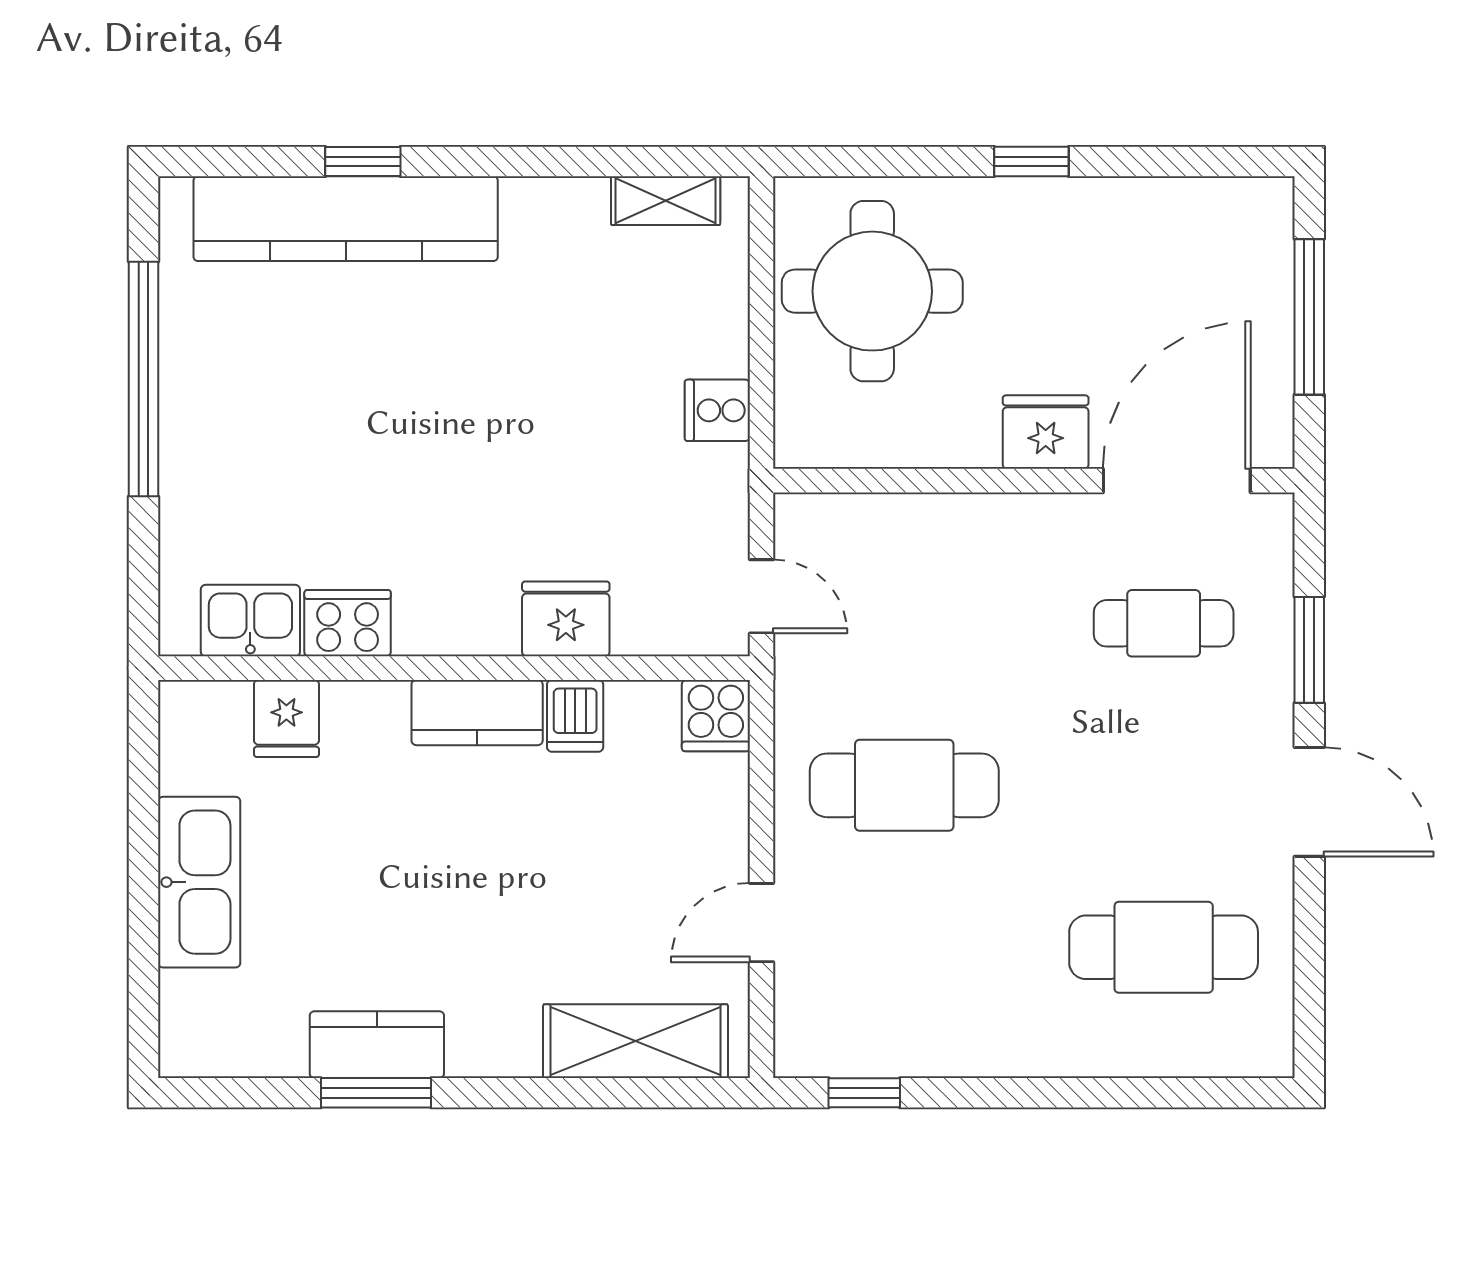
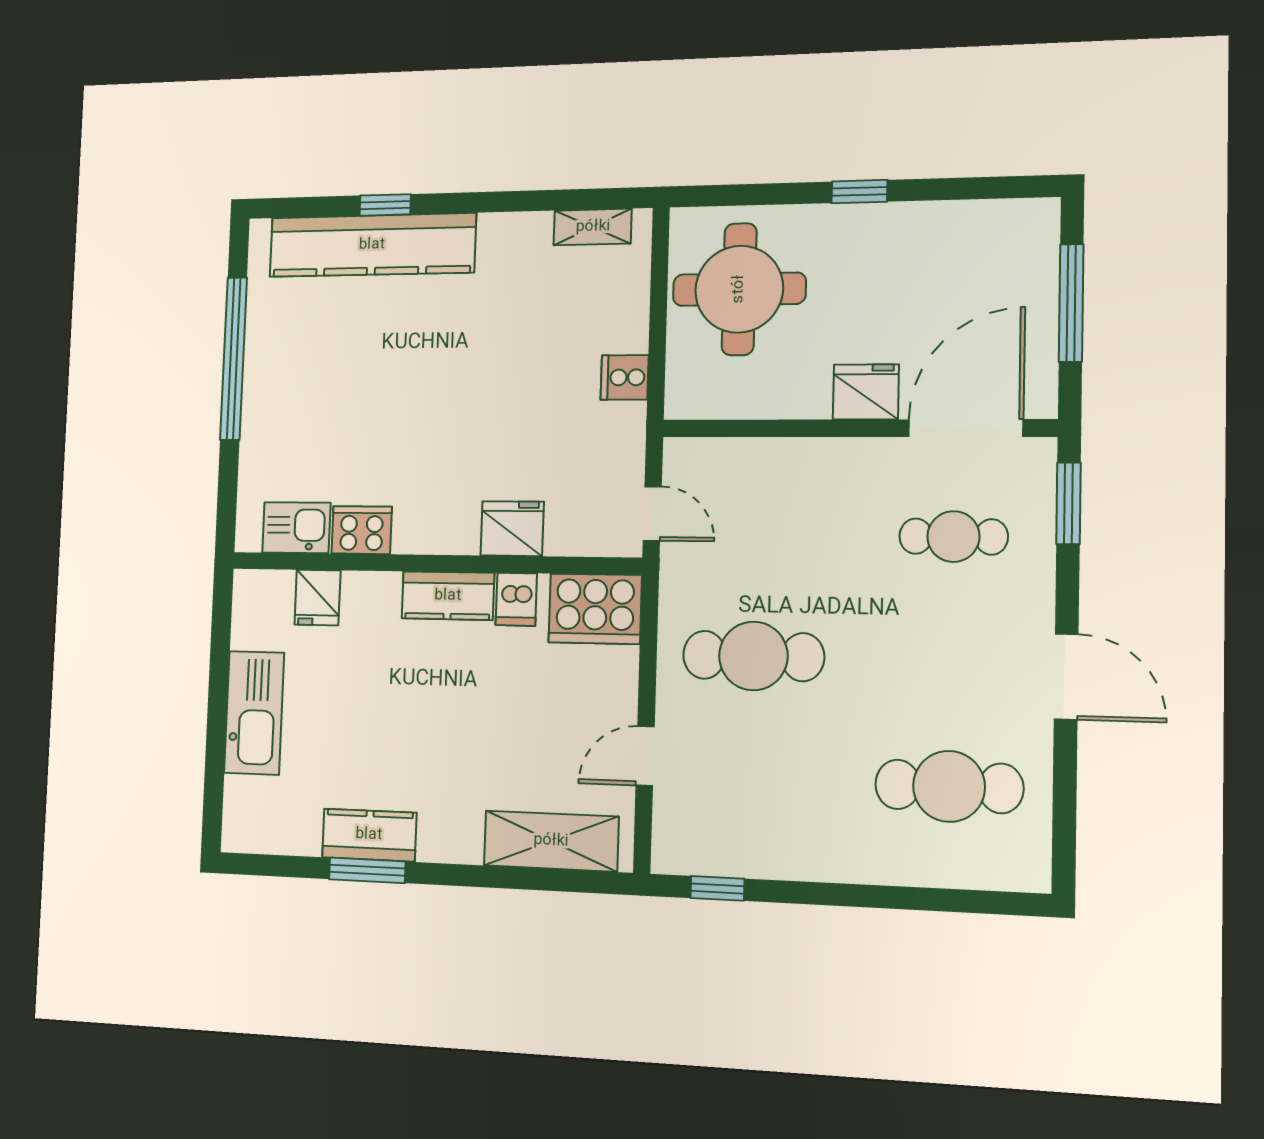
window: (1309, 650) -> (1068, 503), moved
cooker: (716, 716) -> (595, 609), width x1.87, depth x1.31

